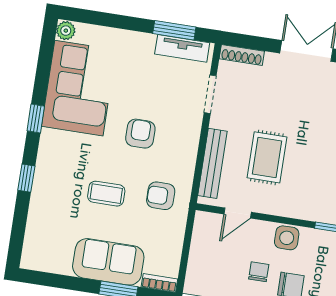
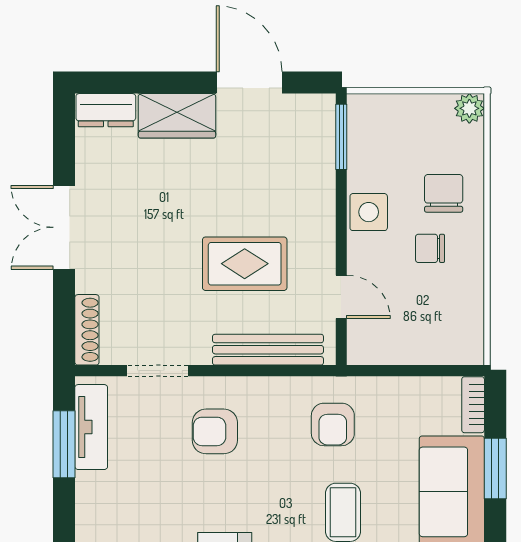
armchair: (140, 134) -> (215, 431), moved

